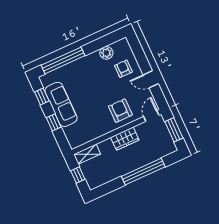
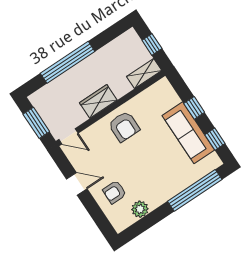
armchair: (123, 69) -> (114, 192), turned 90
armchair: (120, 111) -> (124, 126), moved
door: (151, 116) -> (68, 136), hinge flipped

